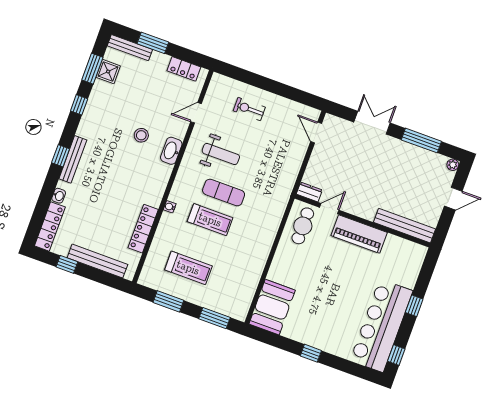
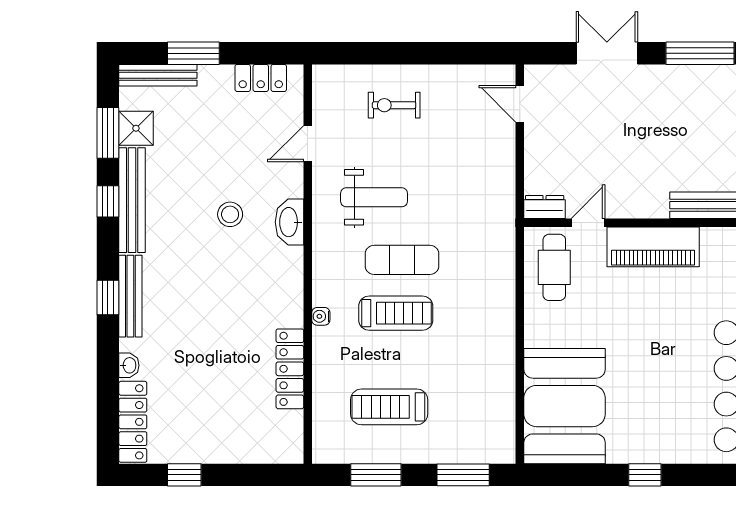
bench: (97, 261) -> (132, 200), moved, turned 90
treadmill: (188, 268) -> (389, 407), turned 180
booth: (272, 307) -> (565, 406), width x1.36, depth x1.42

